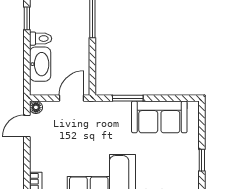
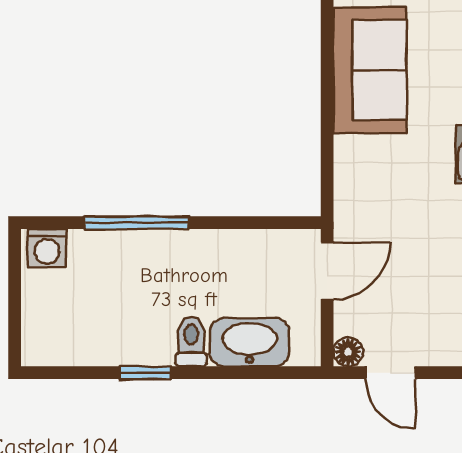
door: (71, 98) -> (327, 271), swing flipped
window: (128, 98) -> (327, 142), removed

